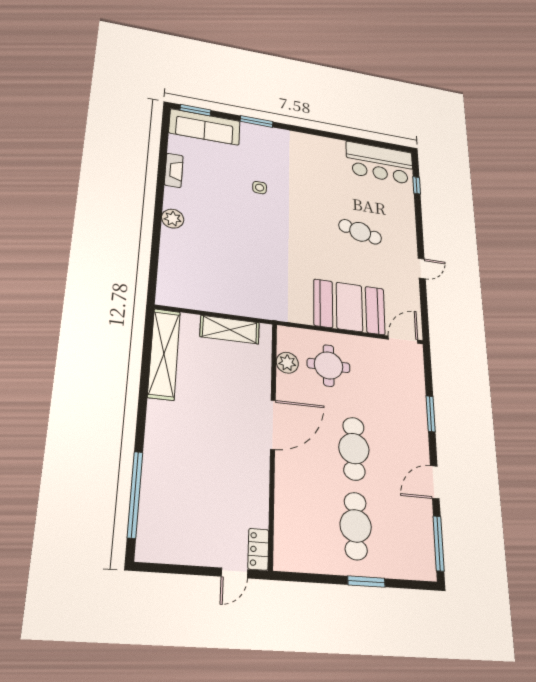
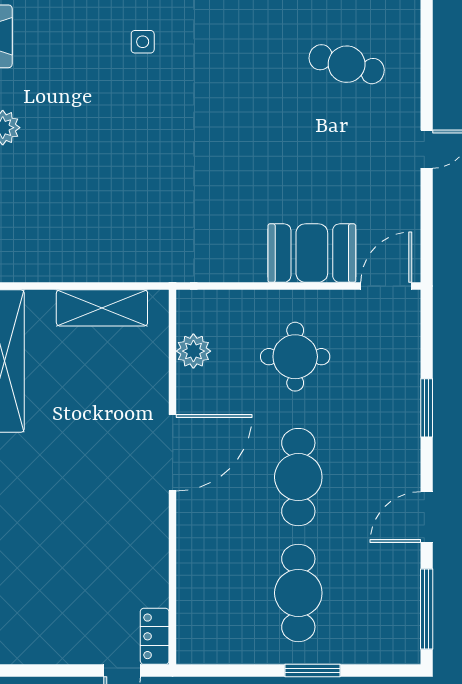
cafe table: (360, 232) -> (347, 64), moved
booth: (349, 307) -> (312, 253), width x0.73, depth x0.70
round table: (329, 365) -> (295, 357), moved

